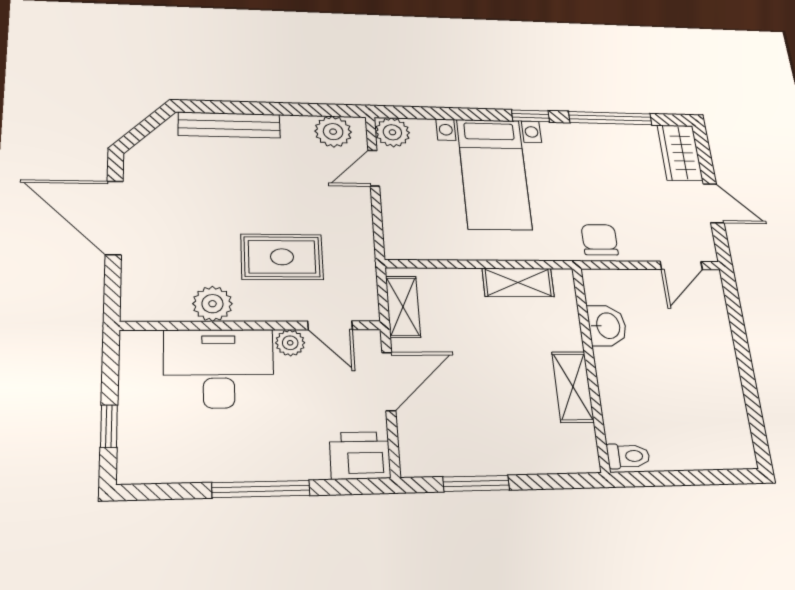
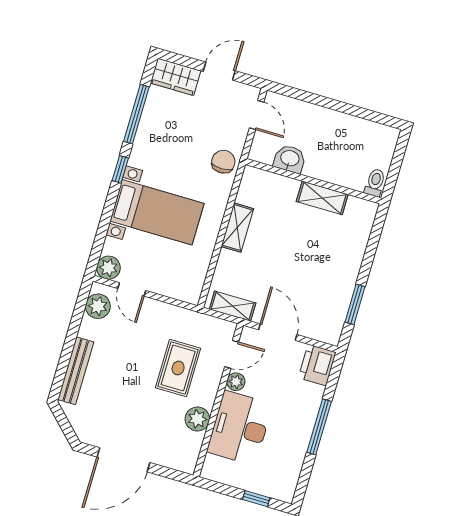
chair: (600, 240) -> (223, 162), turned 90
washbasin: (607, 326) -> (290, 159), moved
wall: (591, 367) -> (313, 181), moved
shelving: (573, 387) -> (322, 198), moved
toilet: (628, 456) -> (375, 183), moved

